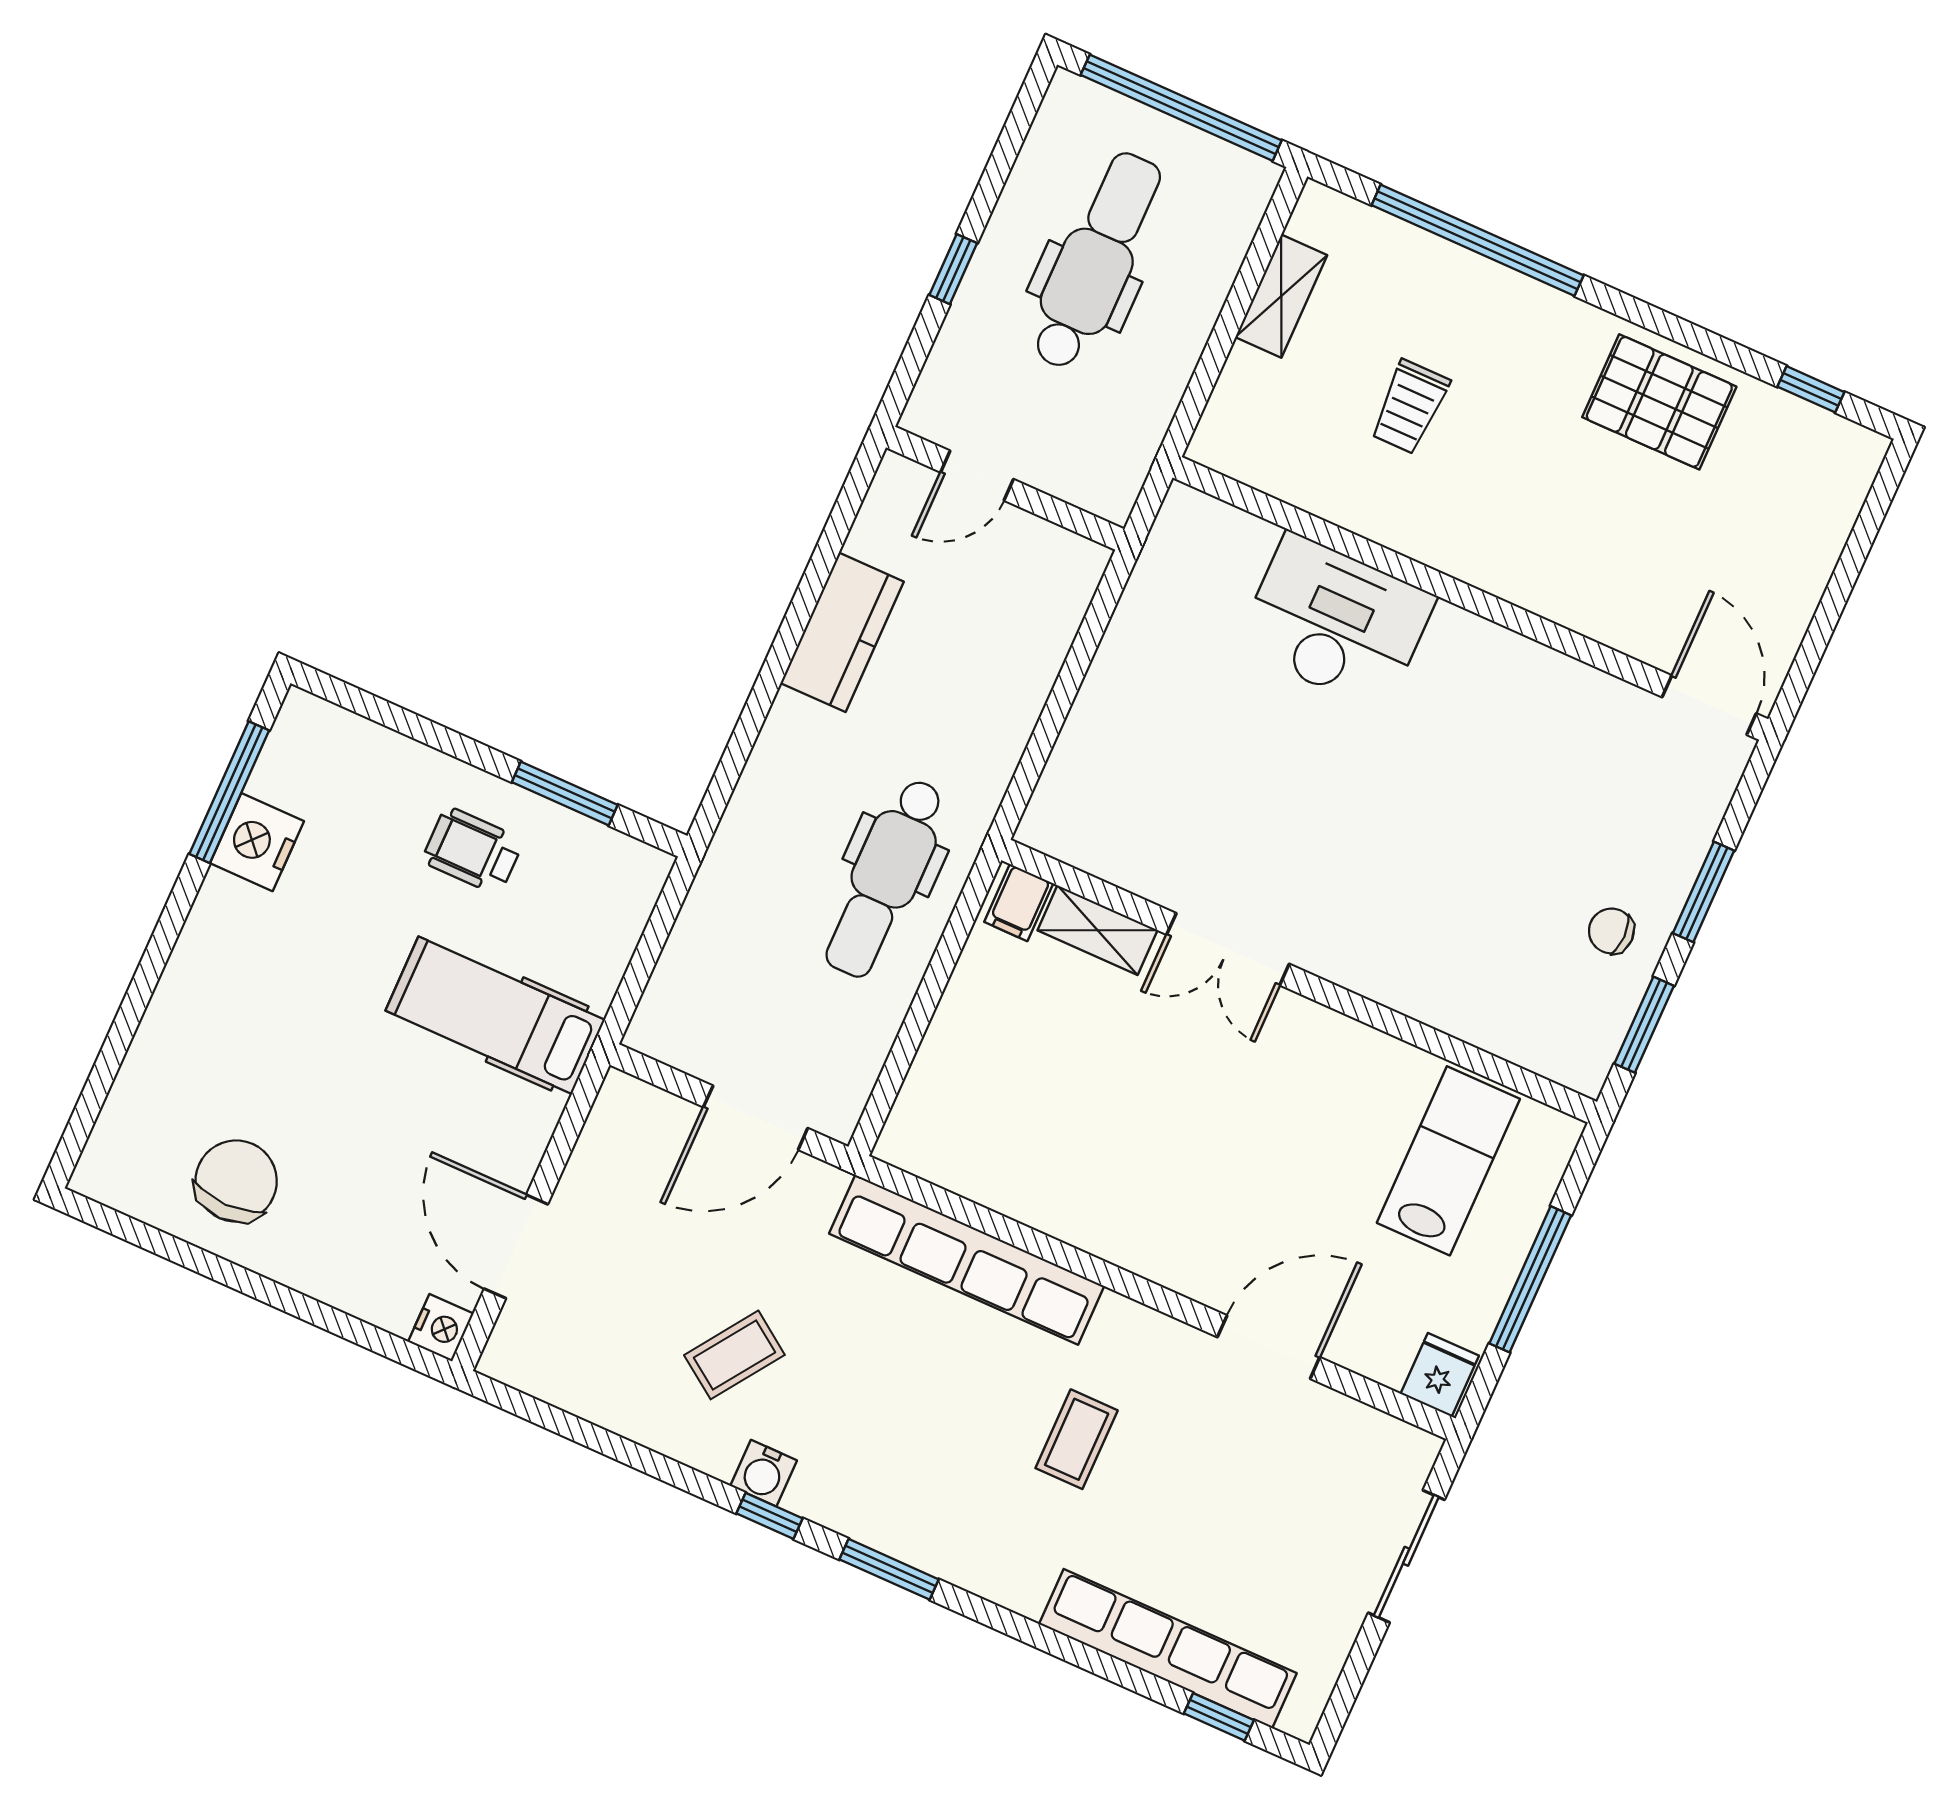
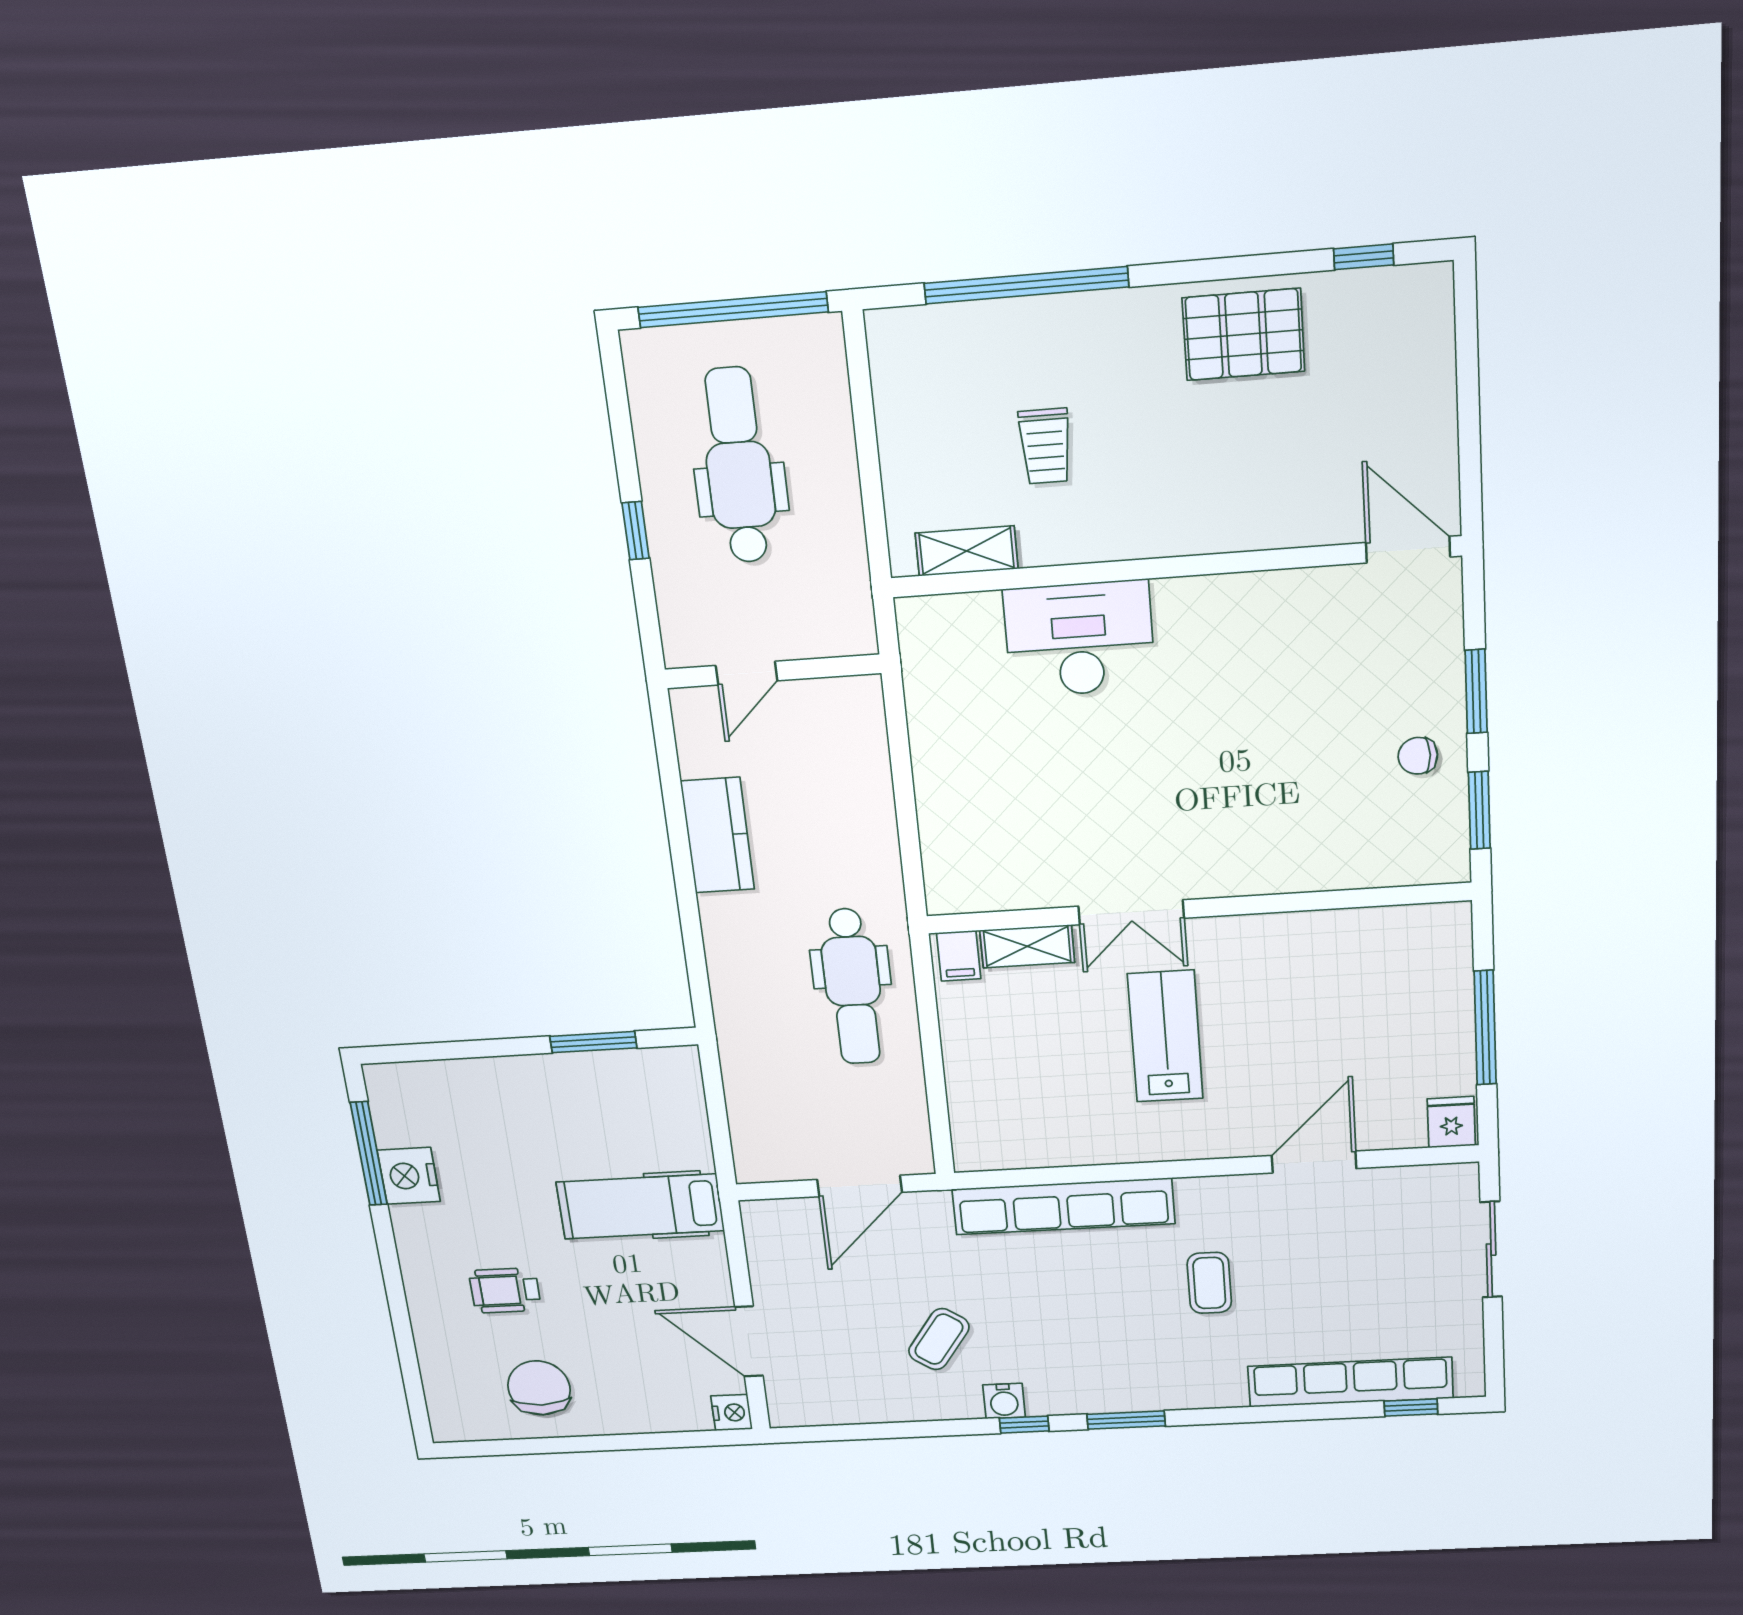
shelving: (1281, 296) -> (967, 551), moved, turned 90
wheelchair: (473, 851) -> (505, 1290), moved
lab bench: (1448, 1161) -> (1165, 1036), moved

